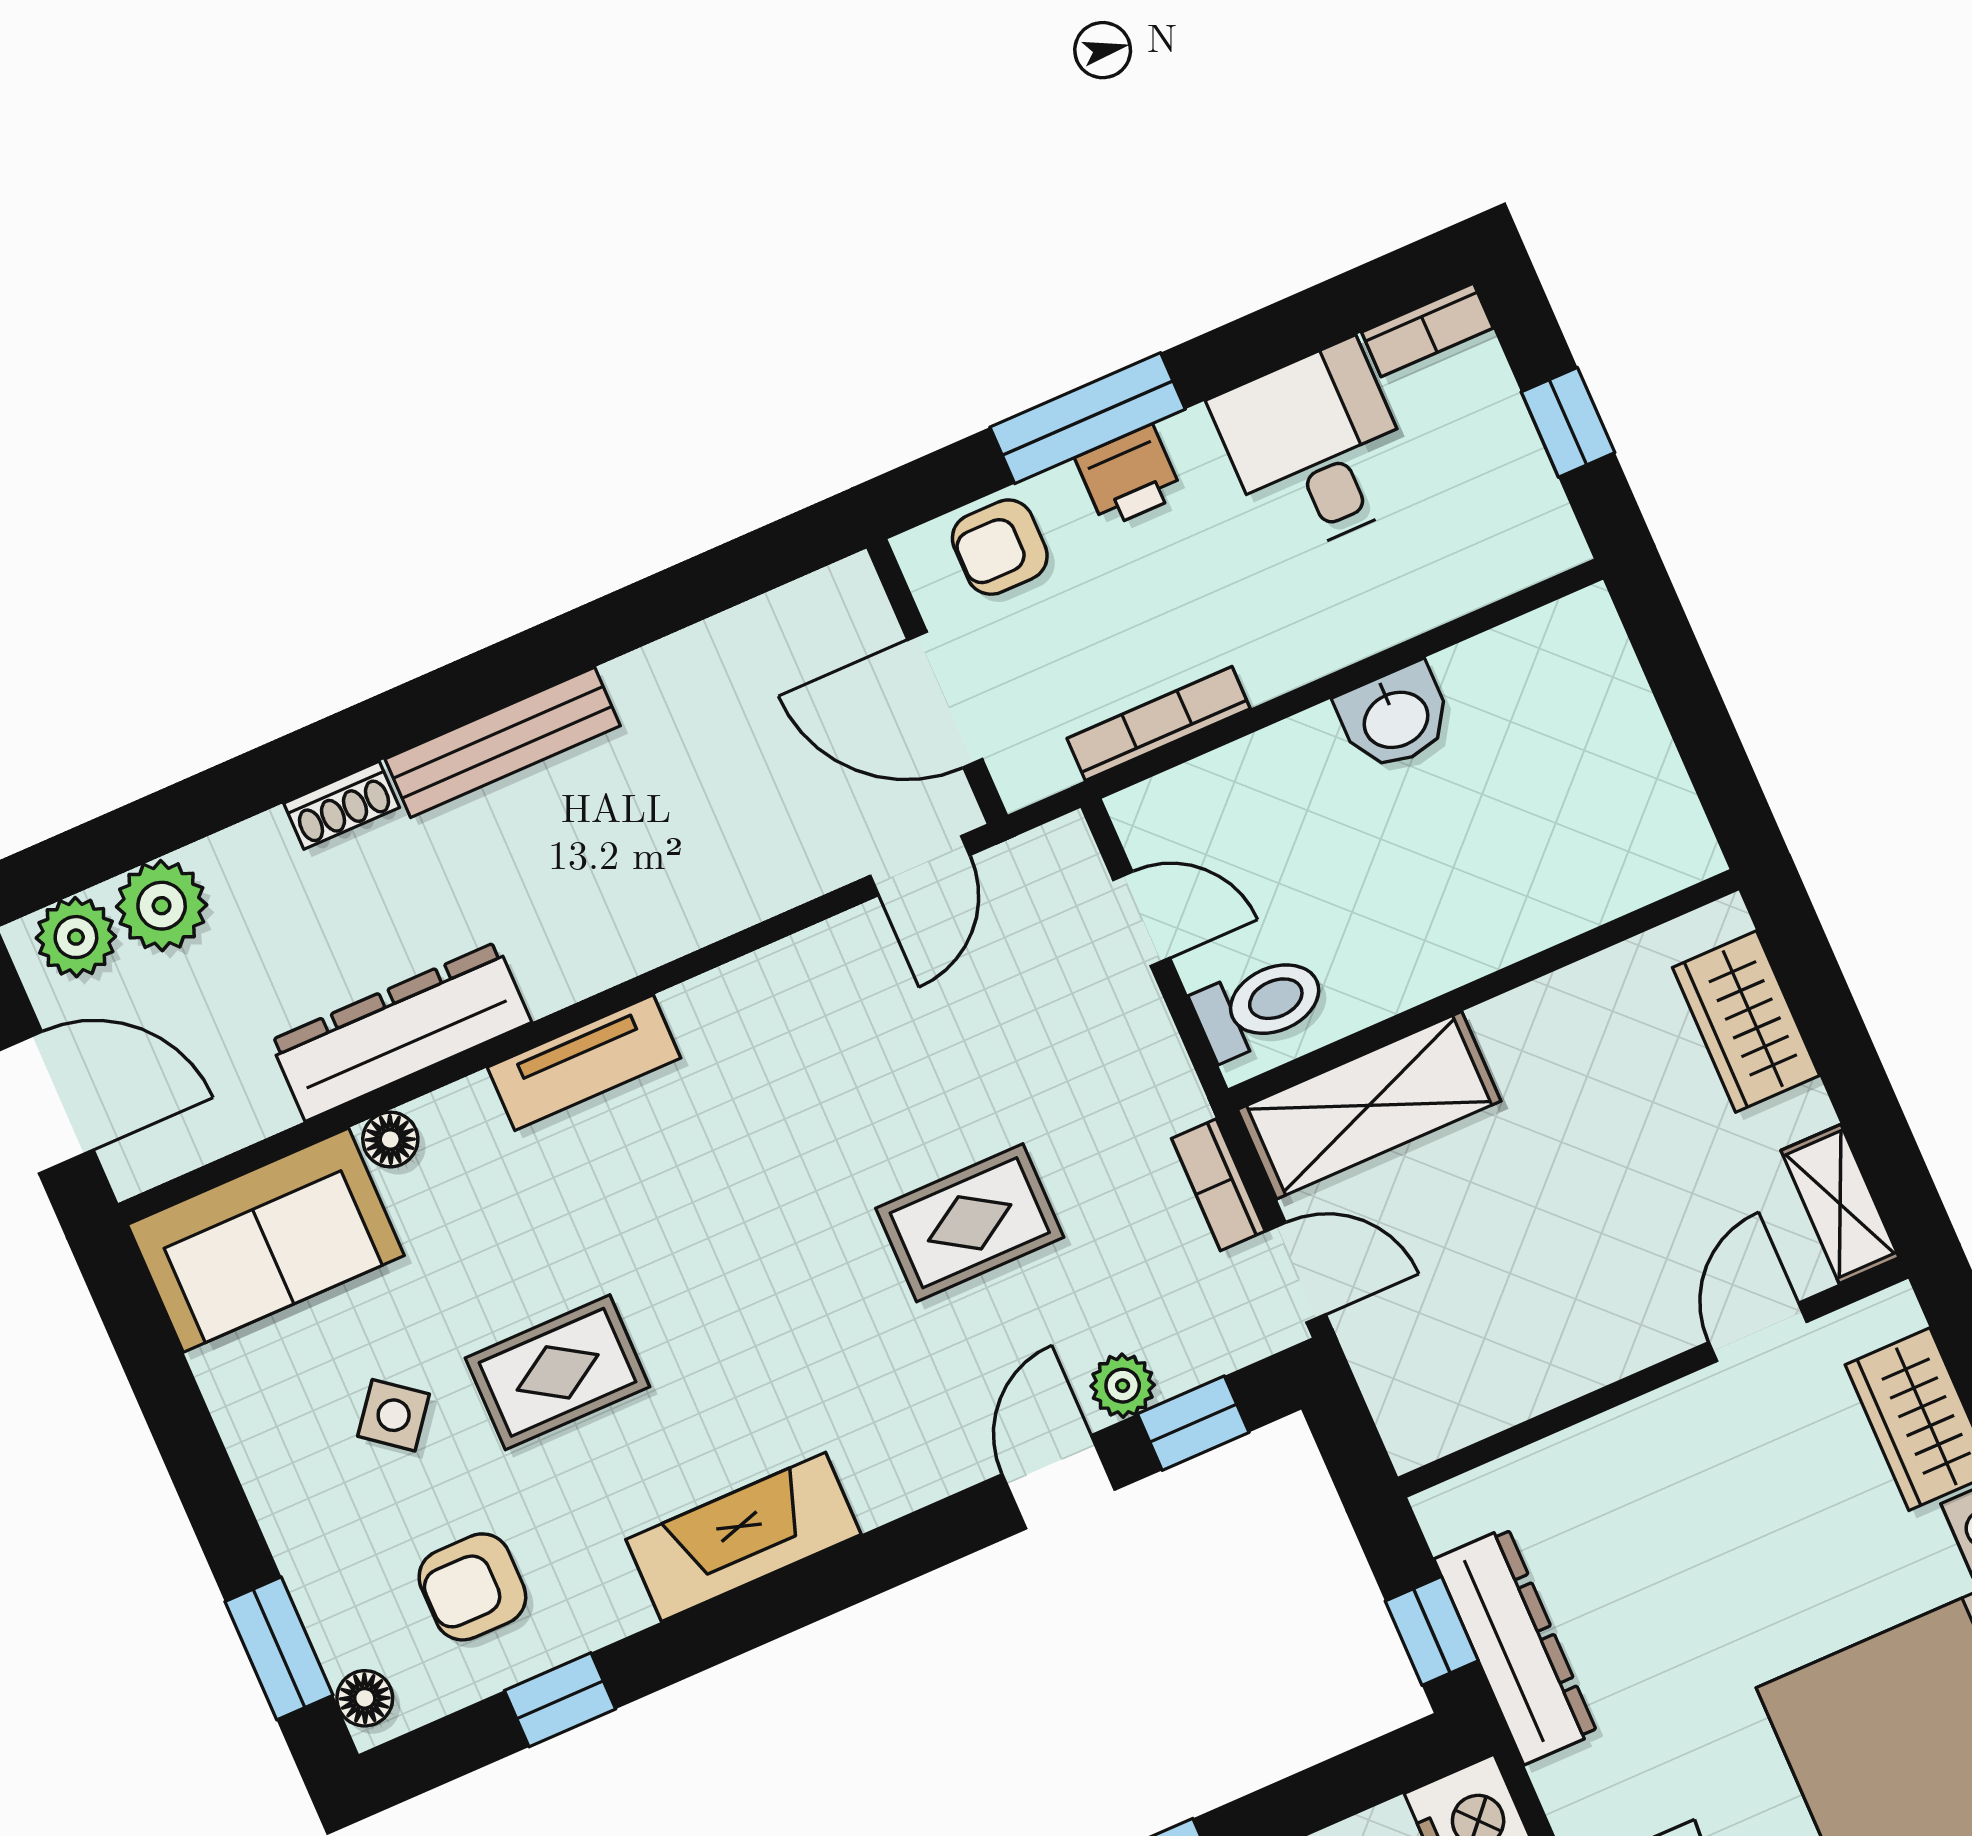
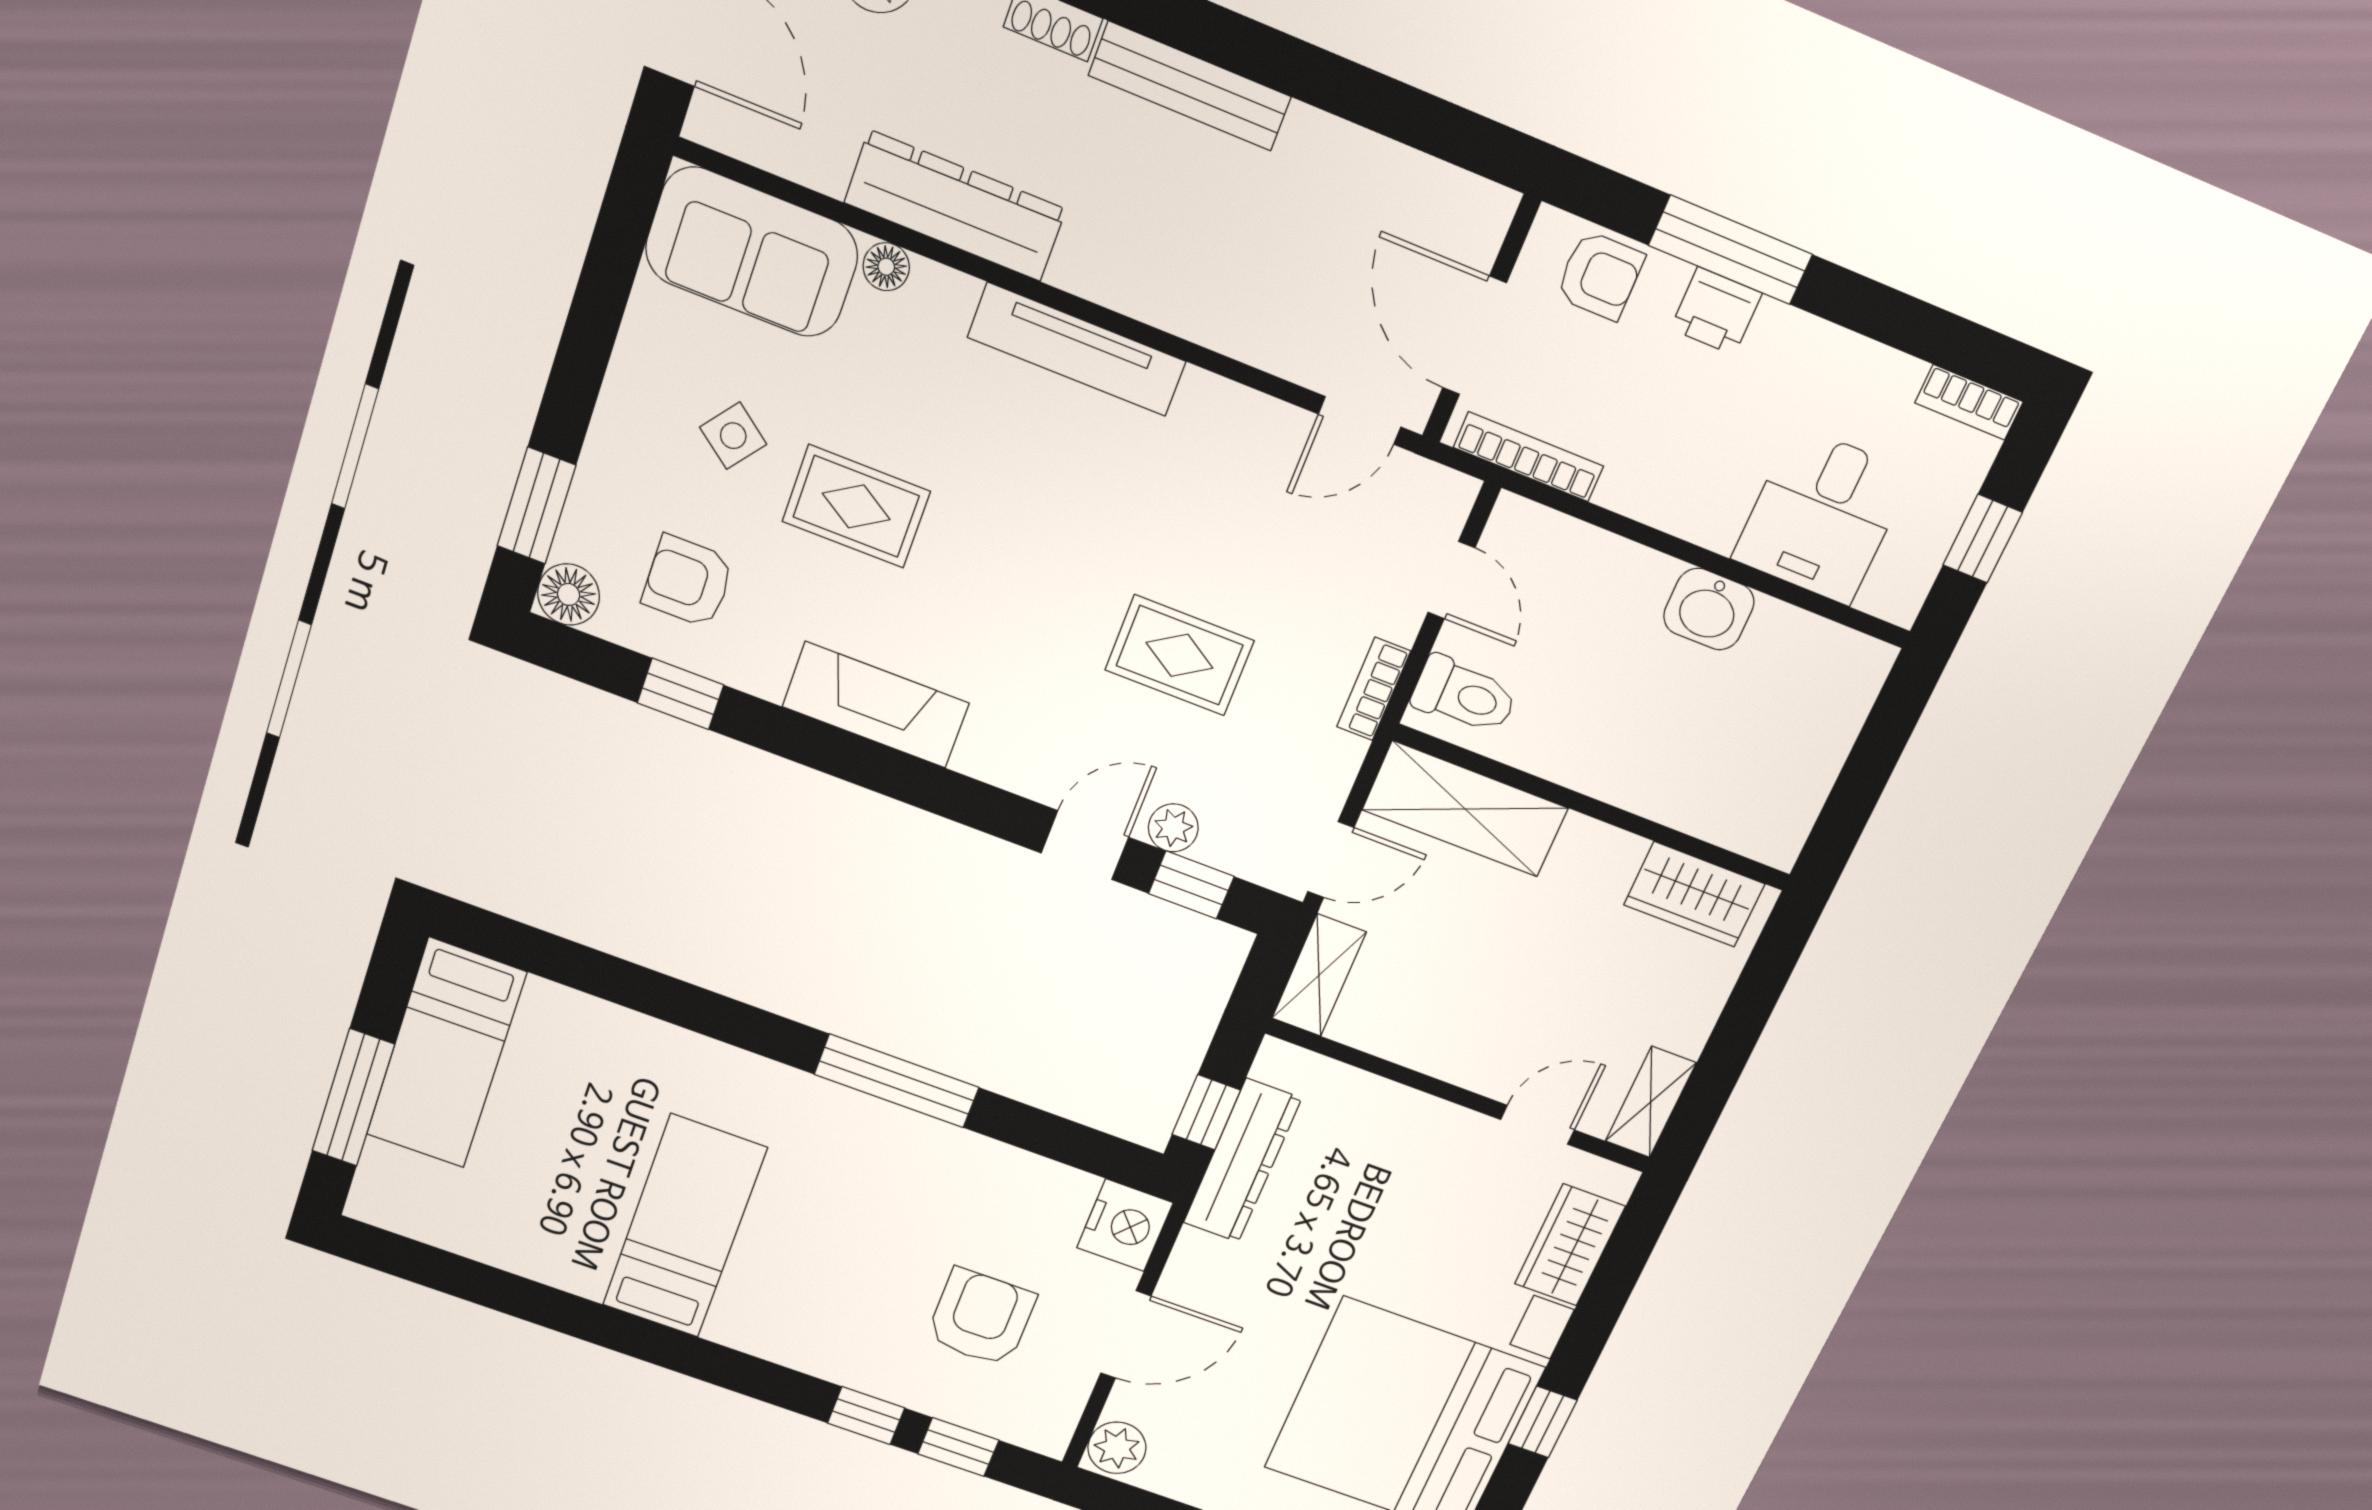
desk: (1316, 449) -> (1822, 516), moved, turned 180
armchair: (1000, 547) -> (1600, 276), turned 180
bookcase: (1159, 723) -> (1529, 457), moved
wardrobe: (1746, 1022) -> (1694, 894), moved, turned -90
tv unit: (584, 1063) -> (1077, 349), width x1.41
bookcase: (1218, 1185) -> (1374, 689), moved
door: (1296, 1273) -> (1331, 860), hinge flipped
shelving: (1399, 1392) -> (1319, 975), added
floor lamp: (365, 1698) -> (569, 595), width x1.37, depth x1.37

